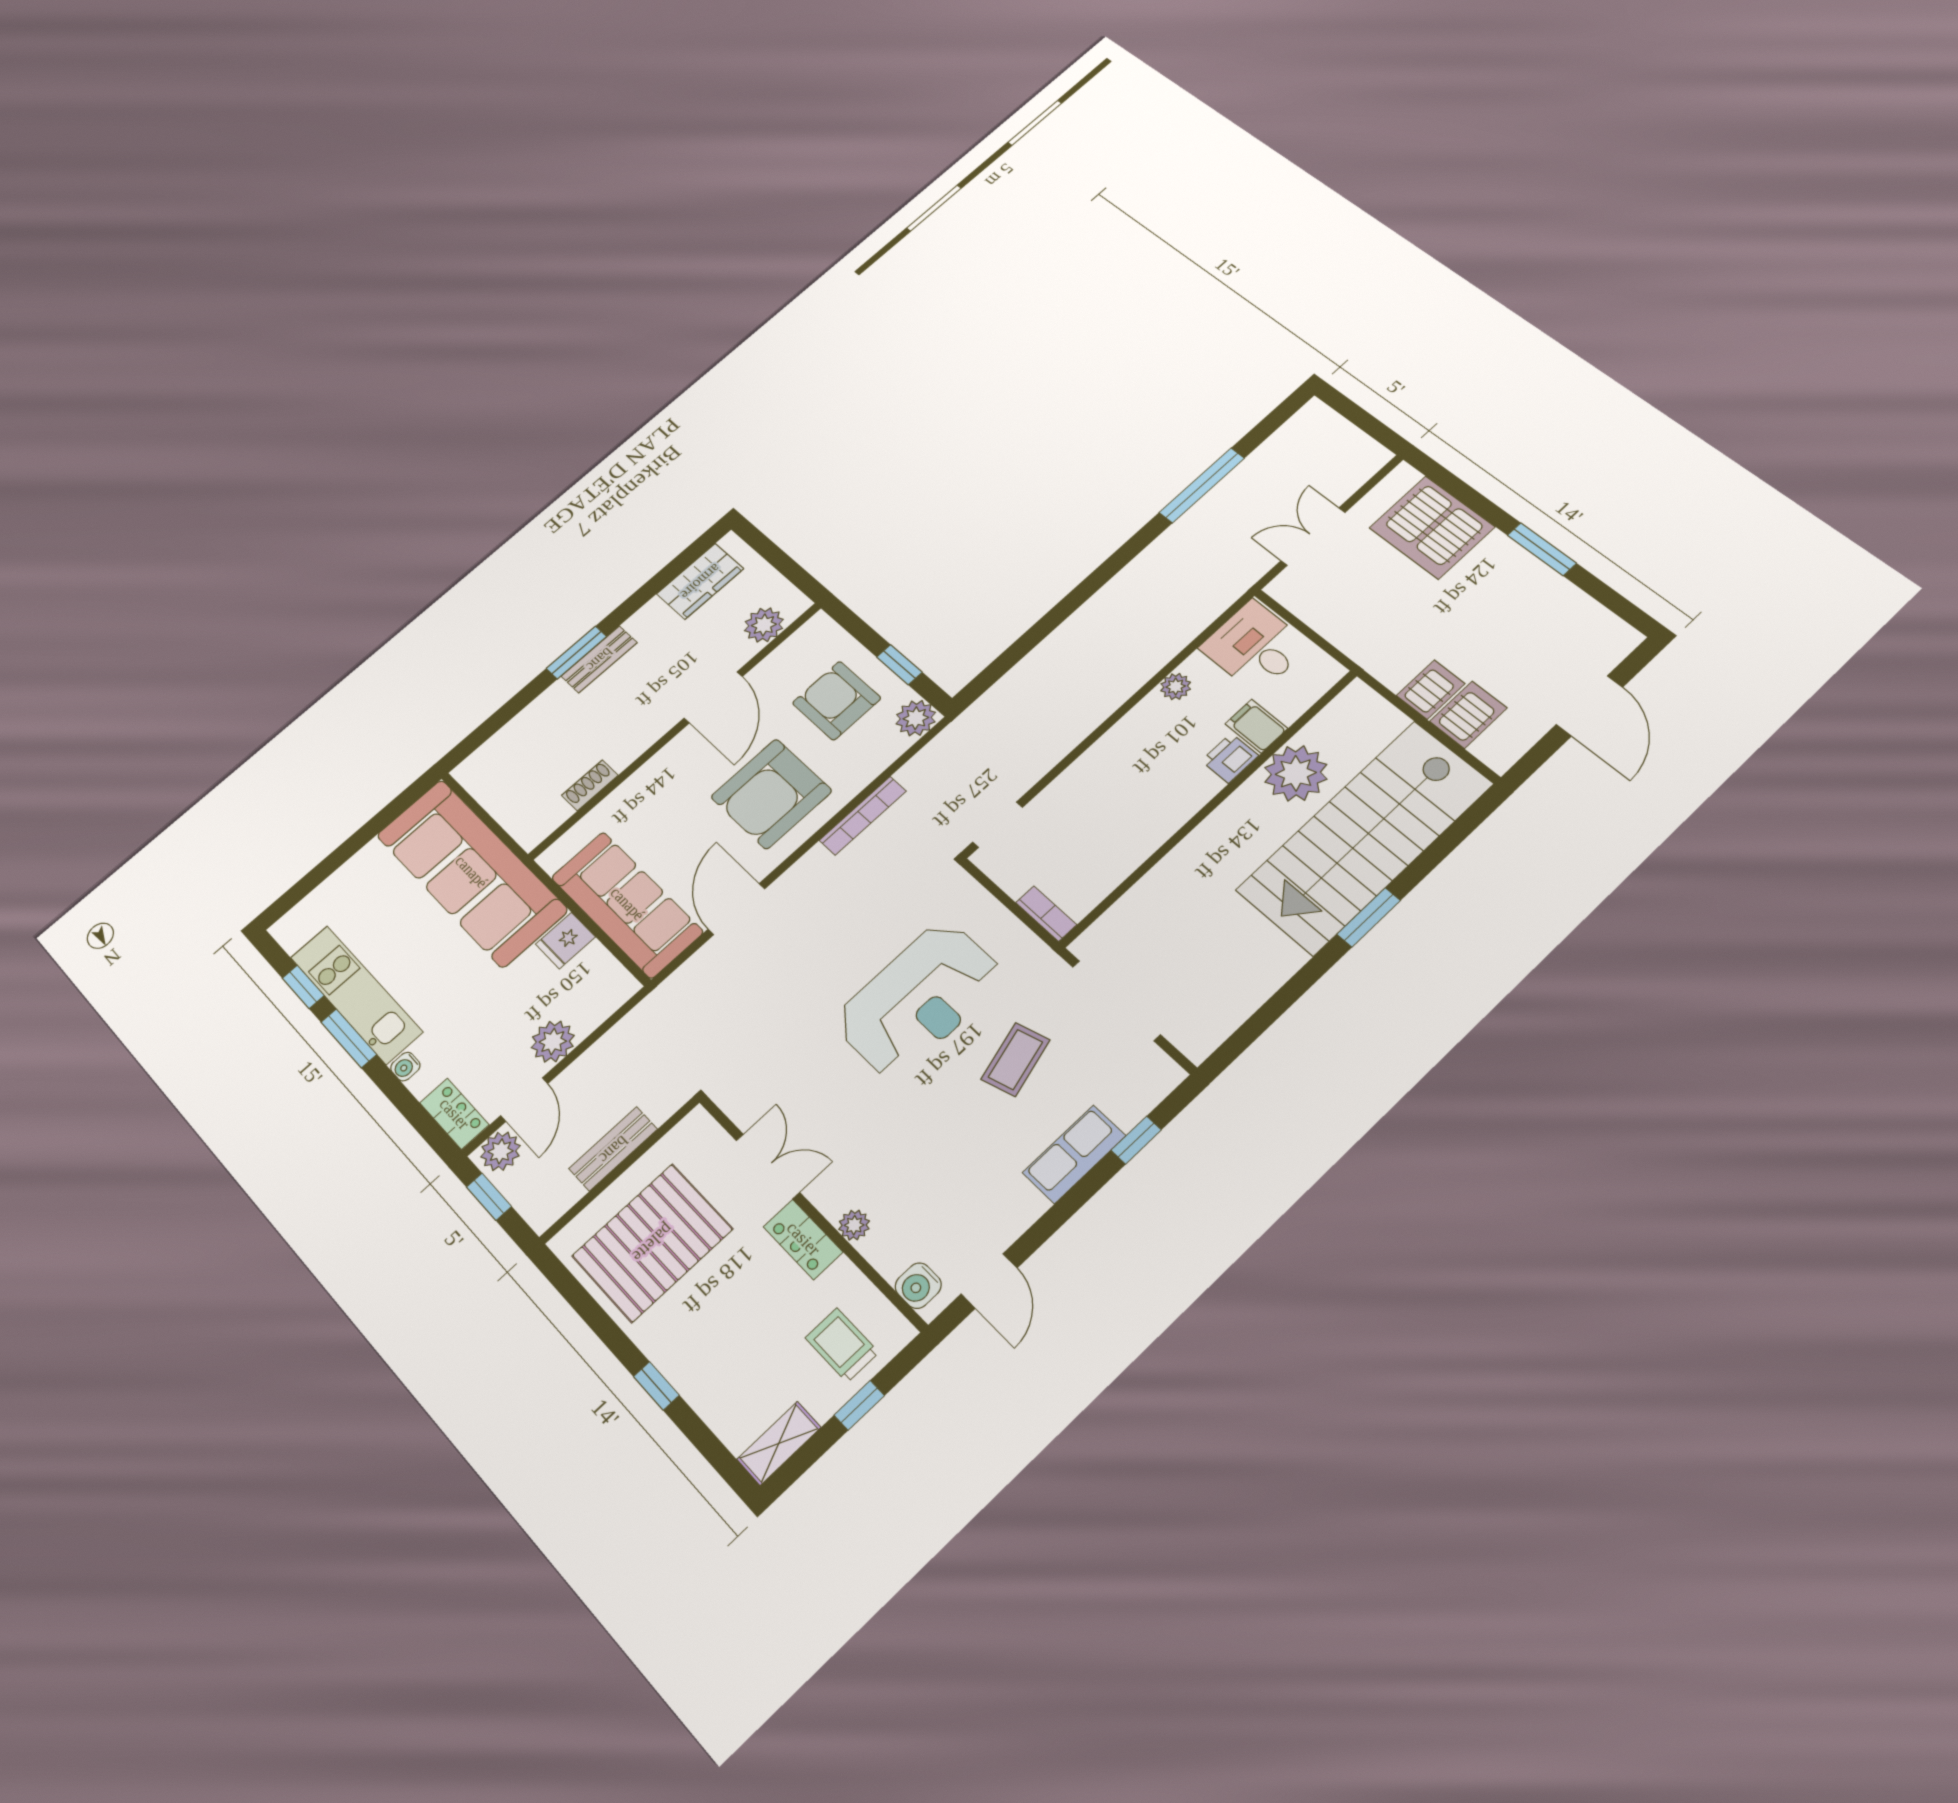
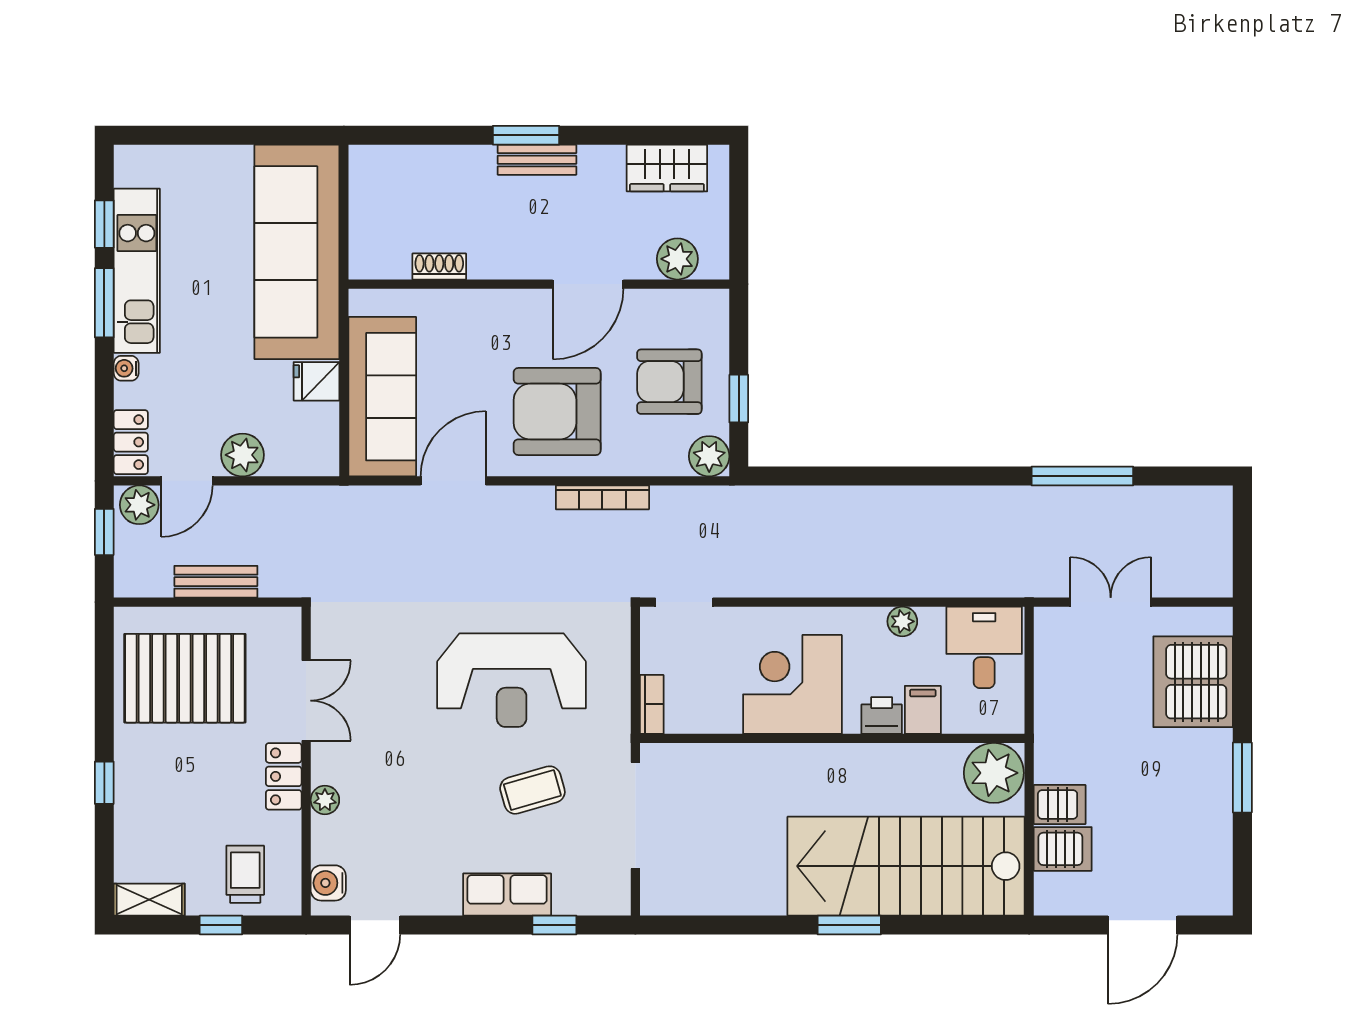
armchair: (837, 701) -> (669, 382), turned -90
plant: (1296, 773) -> (994, 773), moved
corner desk: (1139, 801) -> (792, 684), added

